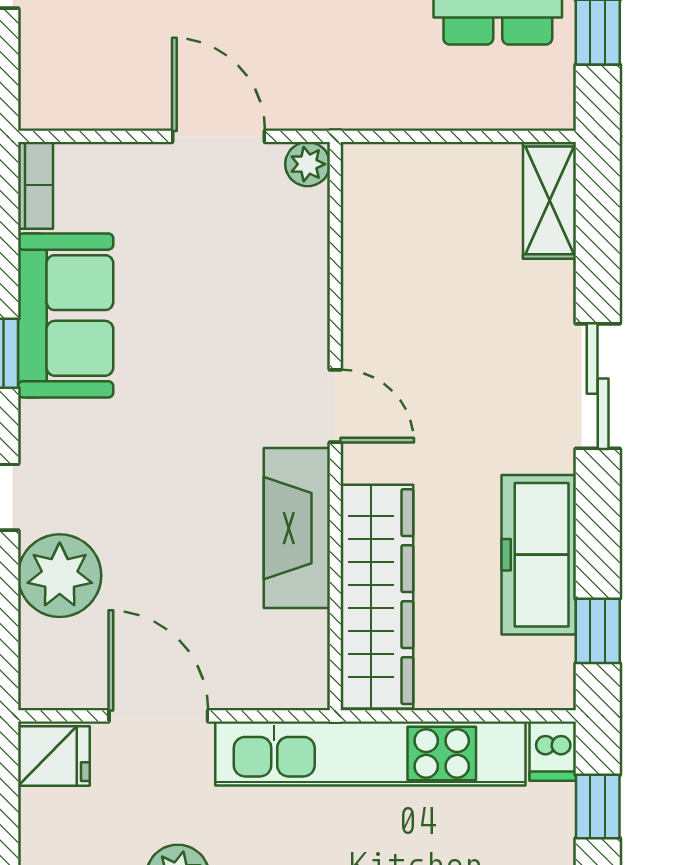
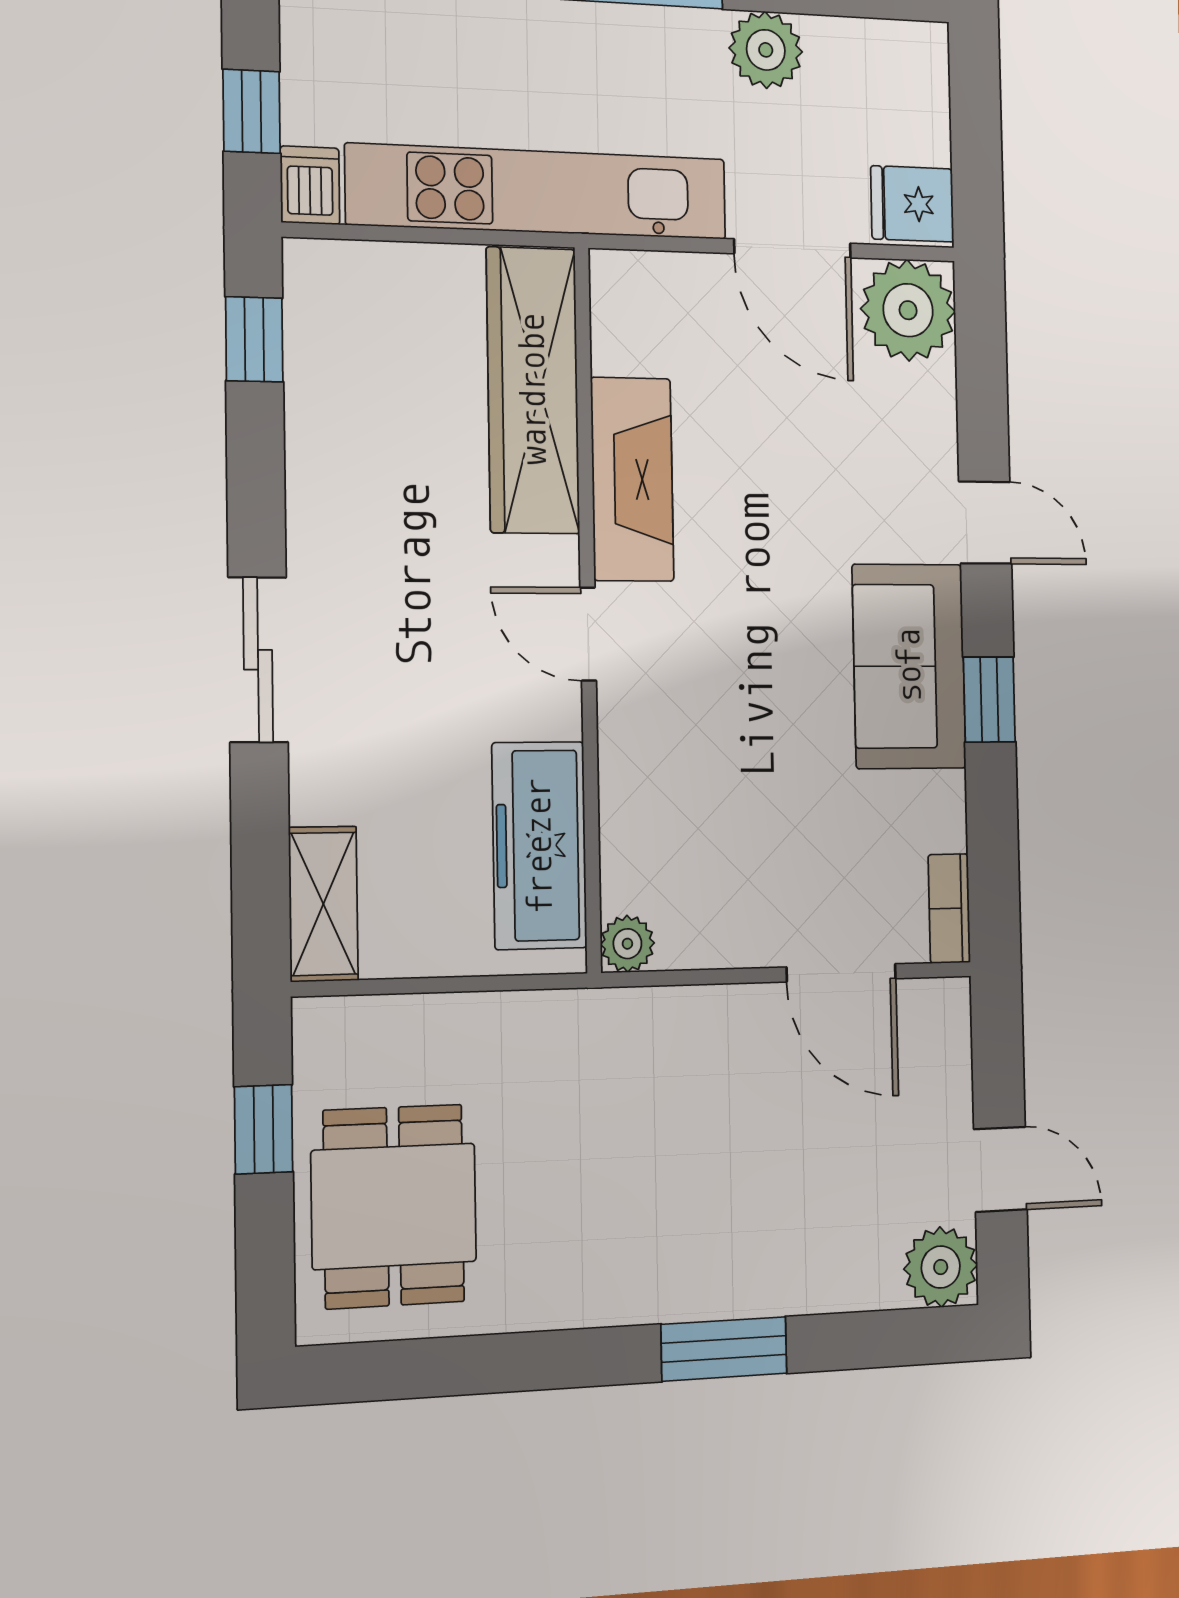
door: (219, 136) -> (841, 973), moved
sofa: (66, 315) -> (909, 666), moved
freezer: (539, 555) -> (539, 845), moved, turned 180
plant: (60, 576) -> (908, 310), moved

